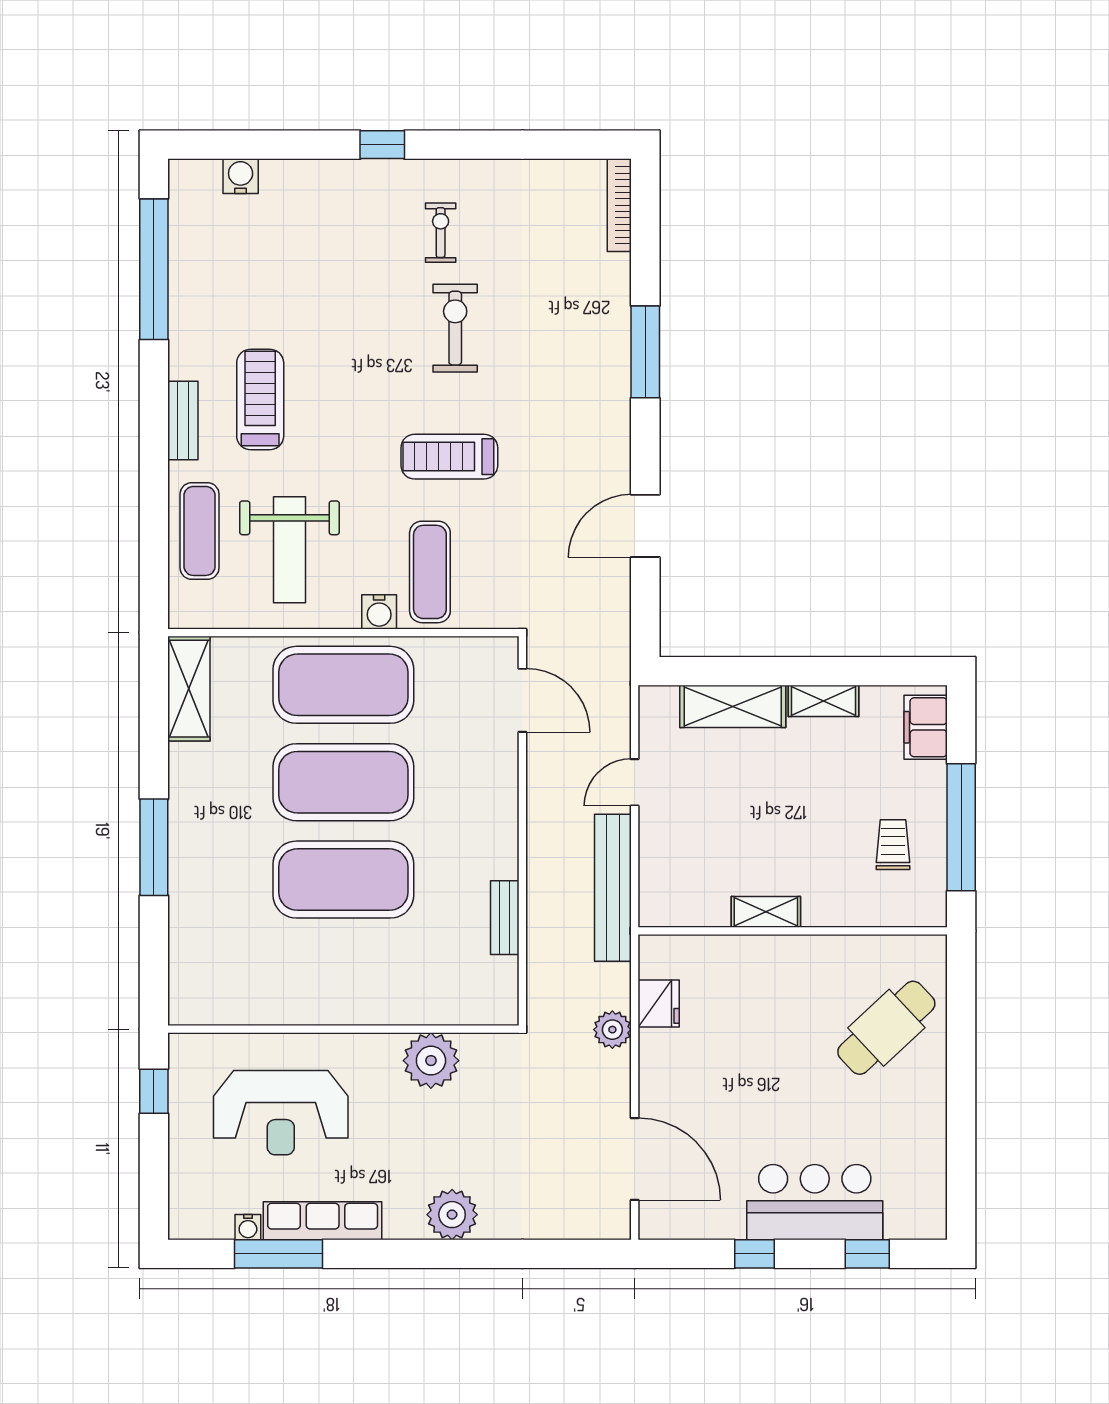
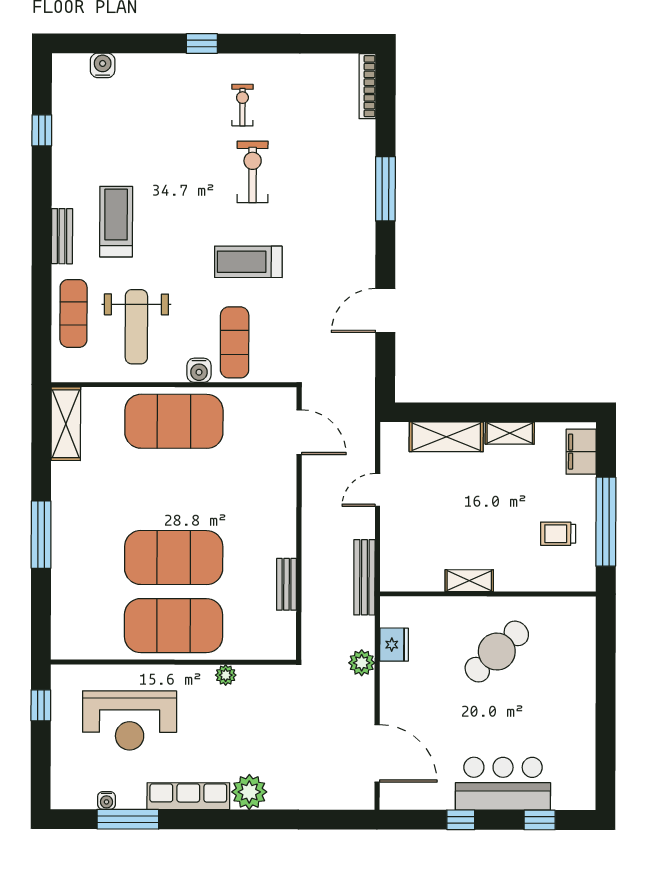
window: (154, 269) -> (42, 130), width x0.32
exercise mat: (343, 782) -> (174, 626), moved
trolley: (893, 845) -> (558, 534), turned -90
bench: (613, 888) -> (364, 577), width x0.73, depth x0.82
cafe table: (886, 1028) -> (497, 652), moved
plant: (431, 1061) -> (226, 675), width x0.53, depth x0.53
row of seats: (323, 1221) -> (188, 796), moved

